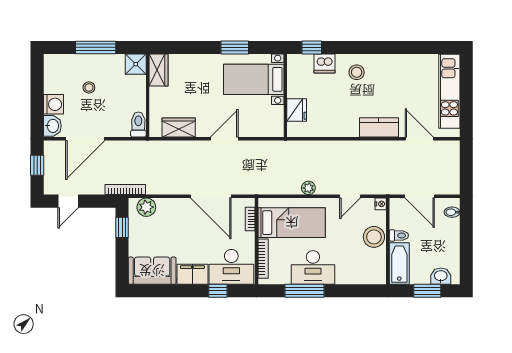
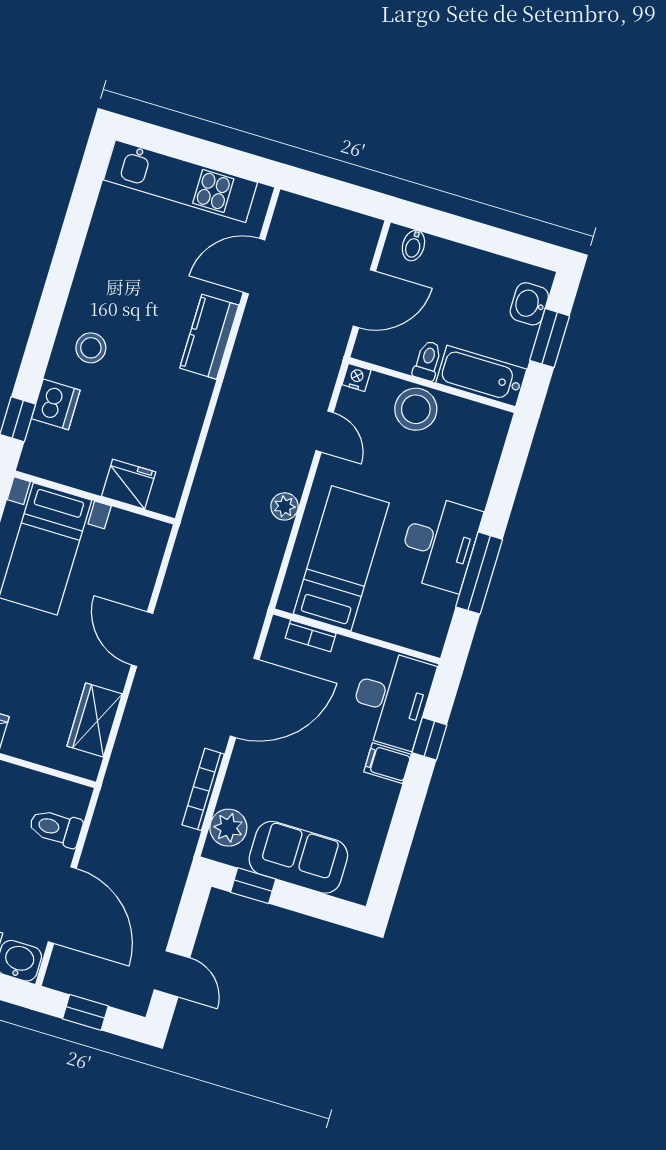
toilet: (138, 124) -> (56, 828), moved
bookcase: (125, 190) -> (203, 789), moved
bookcase: (263, 259) -> (394, 634), removed
sofa: (152, 271) -> (298, 857), moved, turned 90
filing cabinet: (192, 274) -> (387, 763), width x0.50

